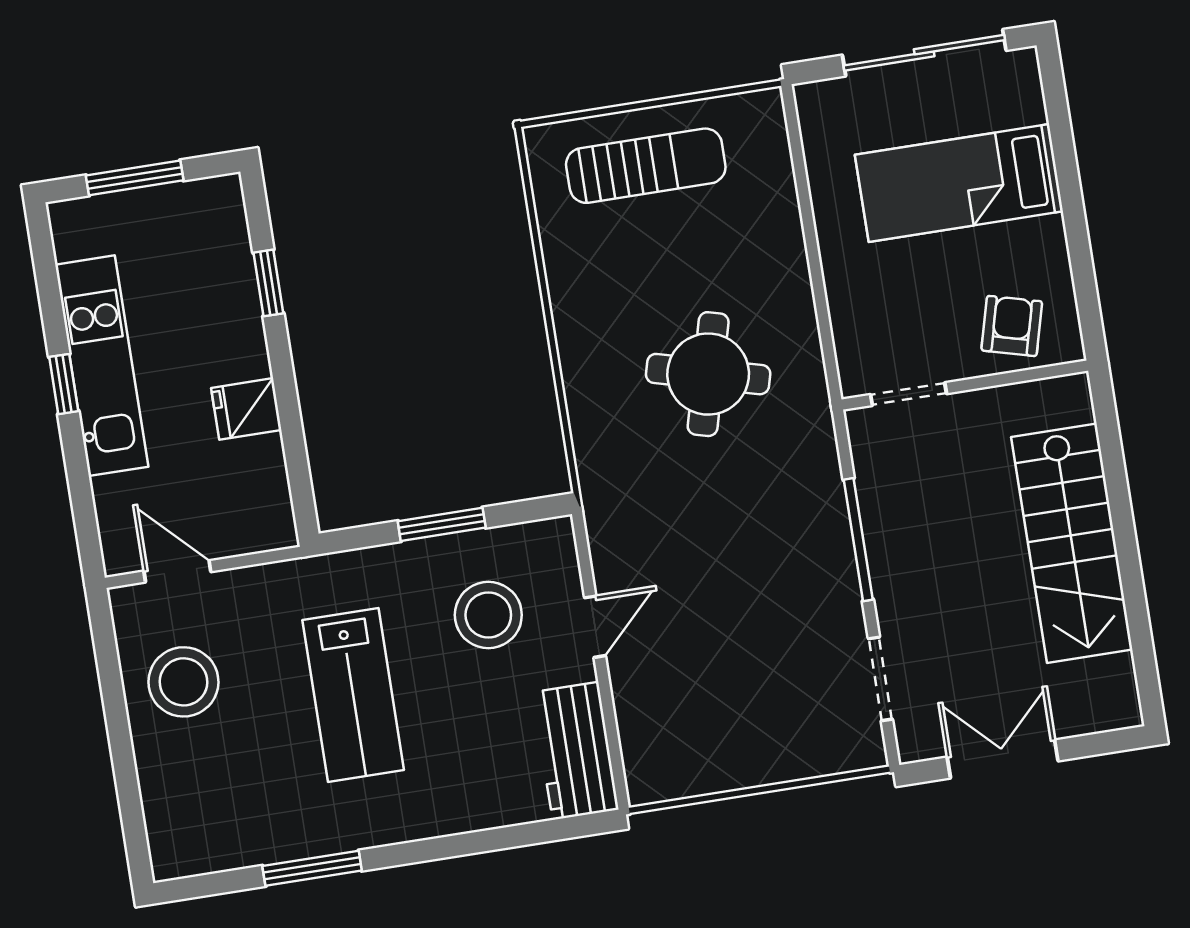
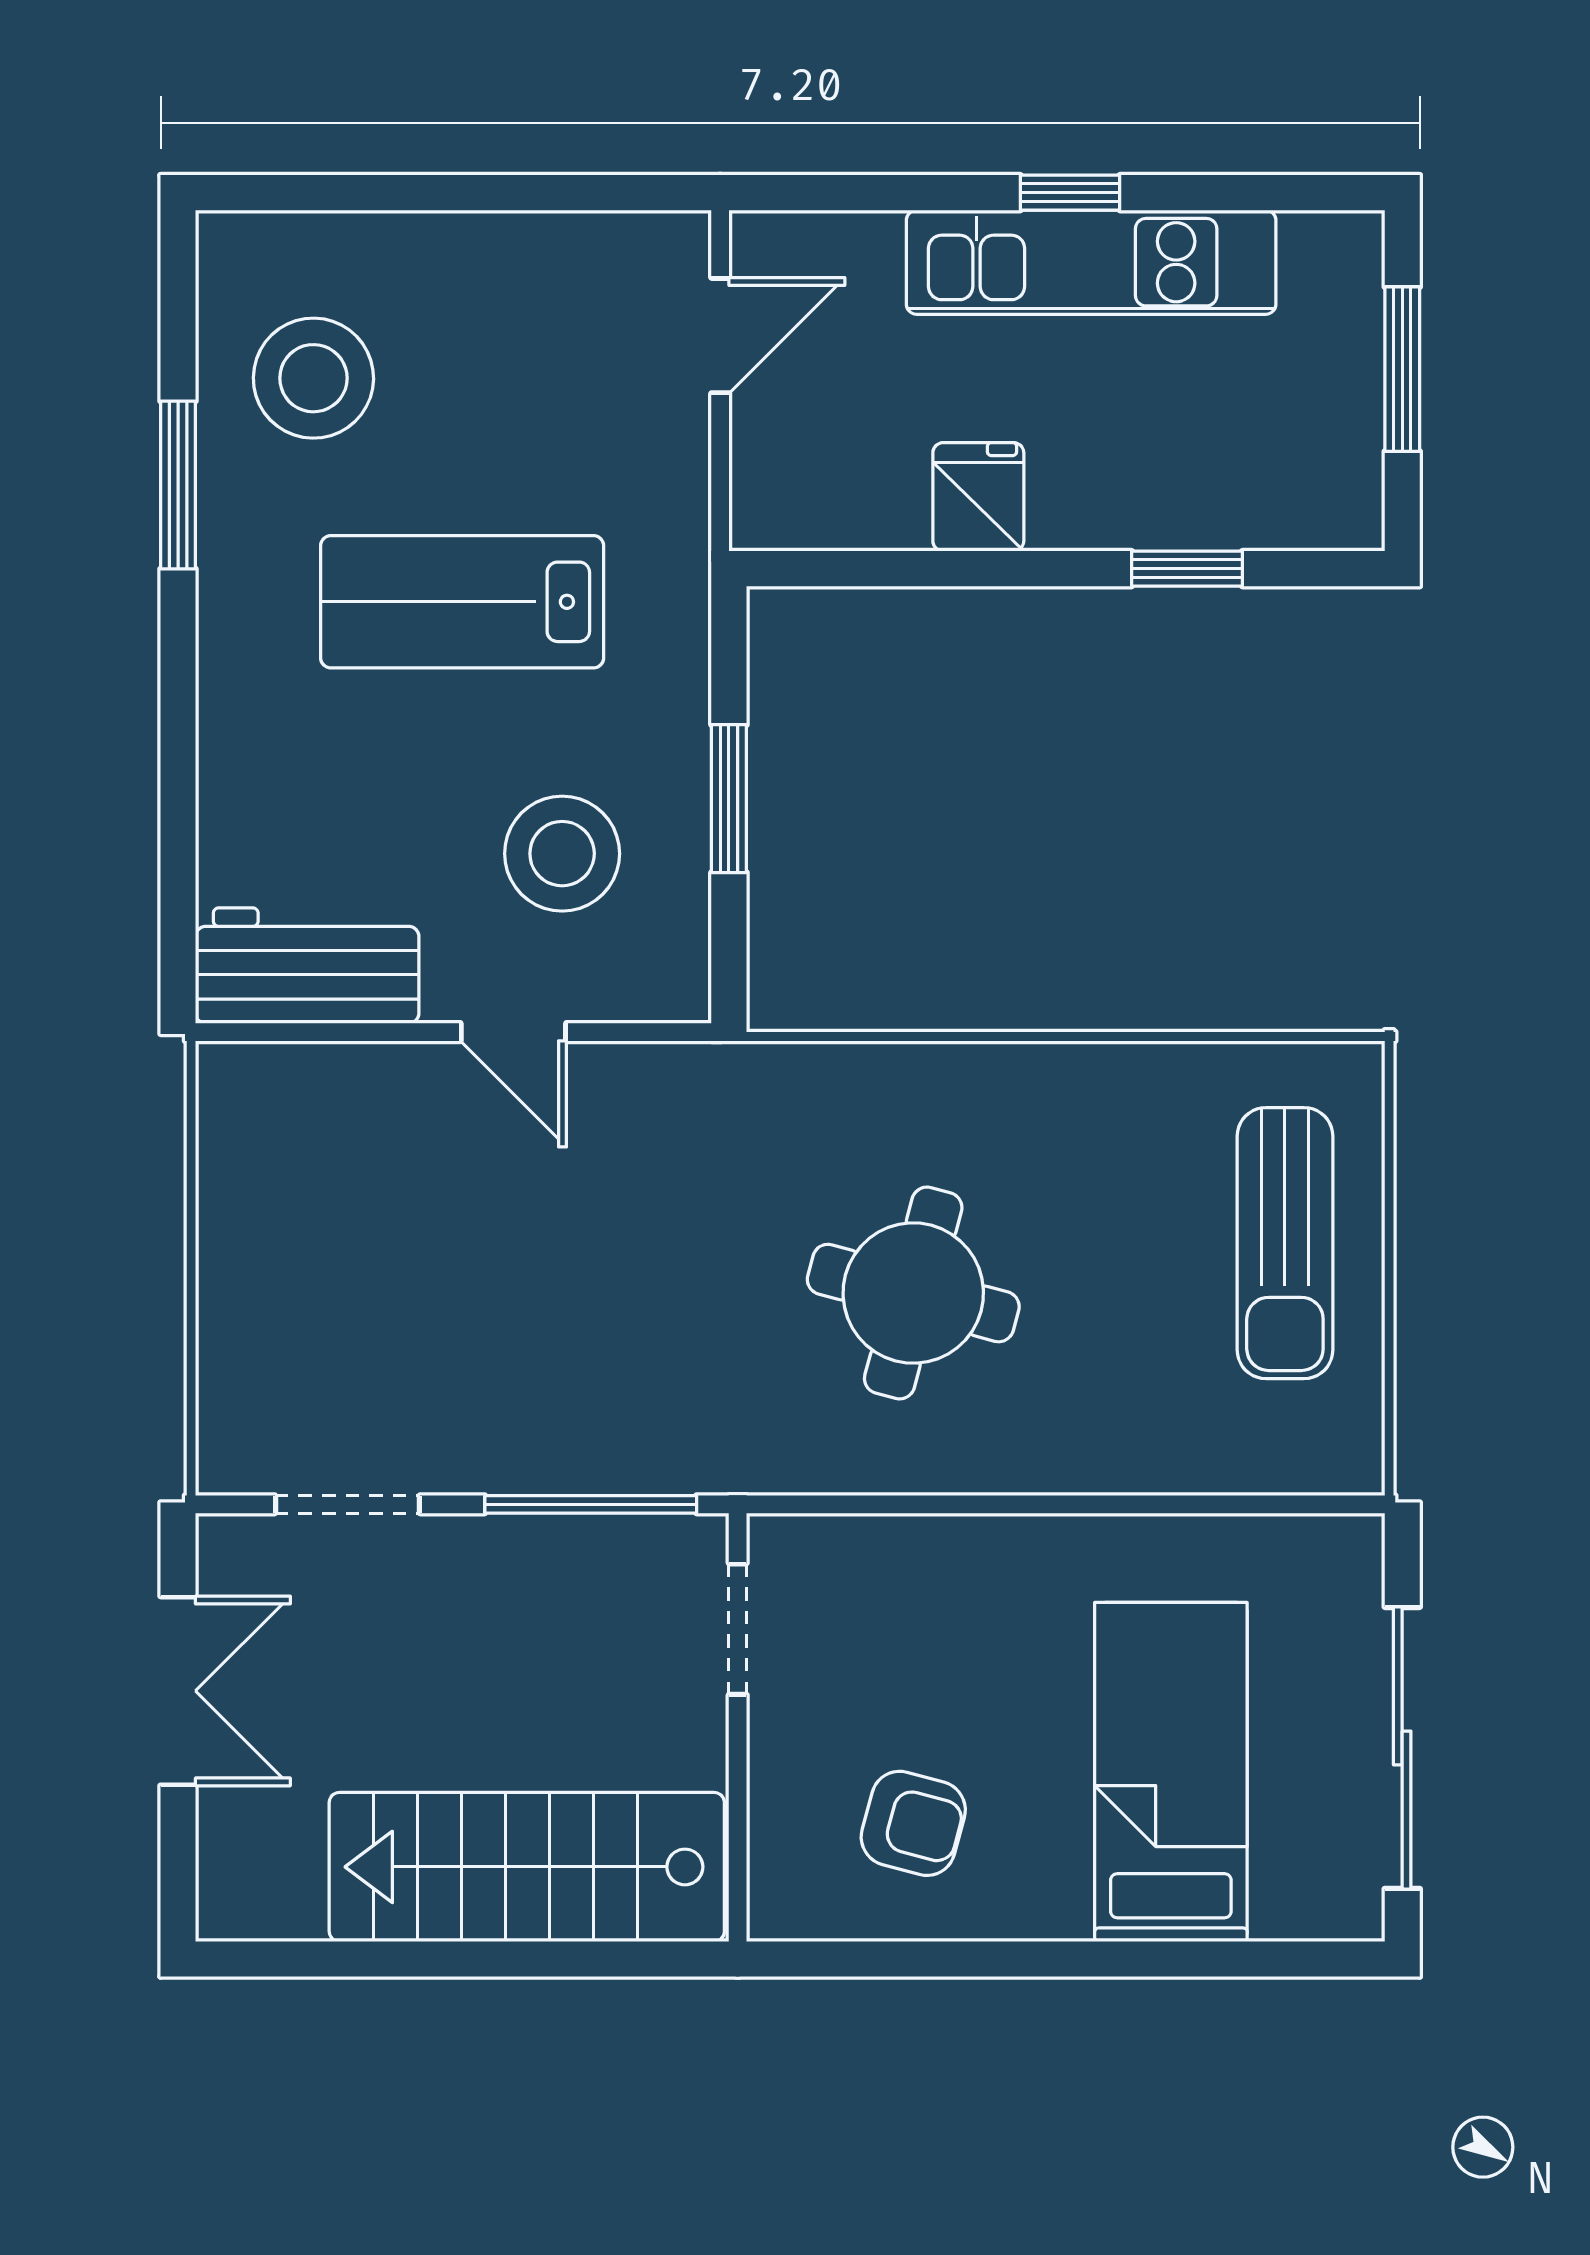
wall: (965, 385) -> (738, 1727), moved
doorway: (908, 394) -> (738, 1629), moved
stool: (183, 682) -> (313, 378), moved

